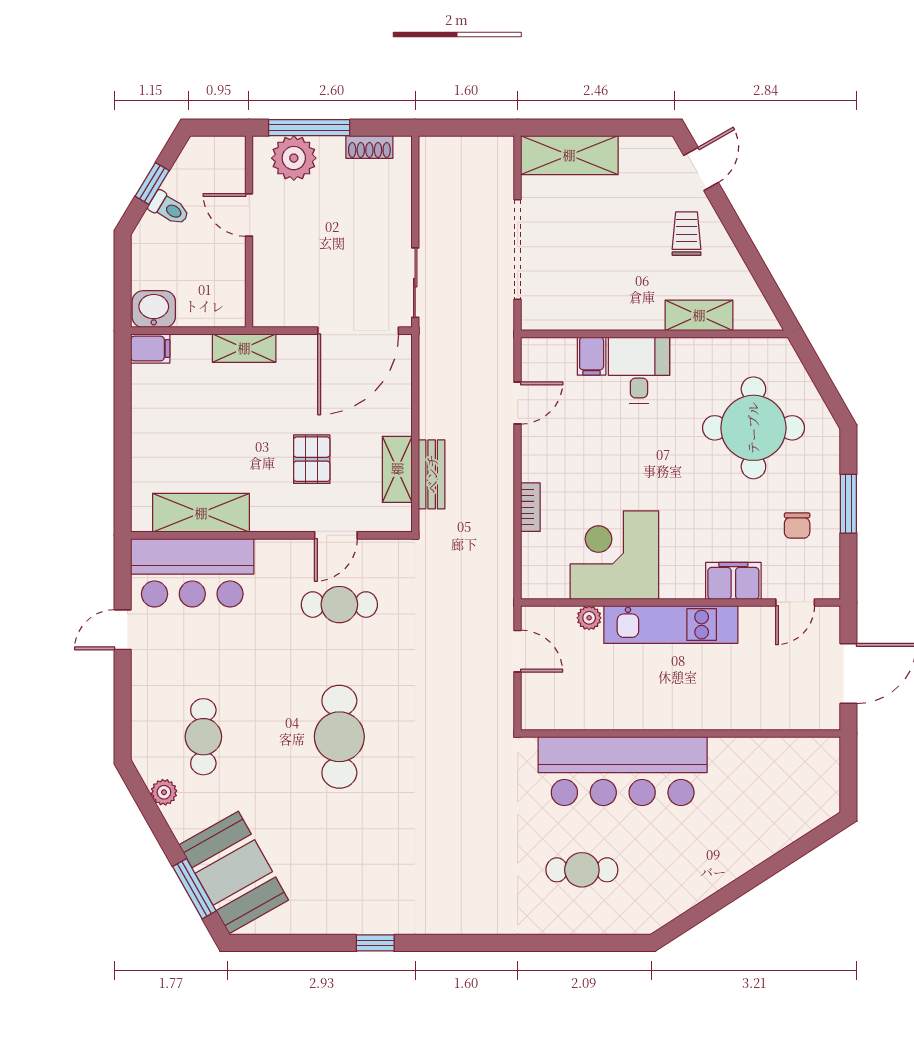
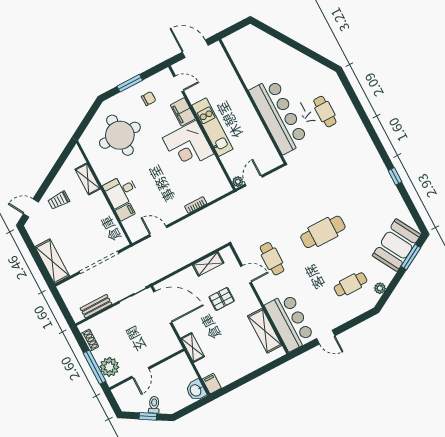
bench: (432, 474) -> (96, 306), moved
corner desk: (614, 555) -> (188, 146), moved
plant: (589, 618) -> (238, 182), moved

